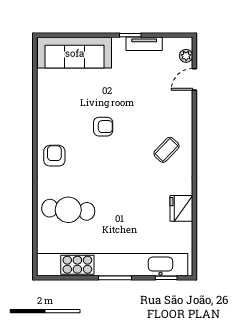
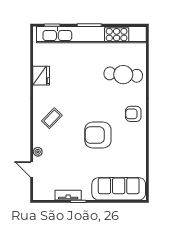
plant: (186, 56) -> (38, 152), moved
door: (194, 79) -> (32, 169), swing flipped
armchair: (103, 127) -> (98, 135), width x1.88, depth x1.88
armchair: (54, 156) -> (133, 114), turned 90

